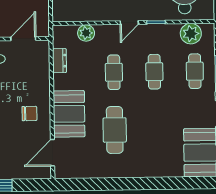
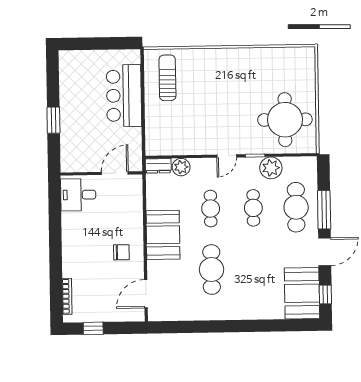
plant: (191, 34) -> (271, 168), moved
dresser: (60, 61) -> (158, 166), moved, turned 90
cafe table: (195, 71) -> (296, 207), width x1.37, depth x1.35
booth: (69, 114) -> (163, 235), moved

